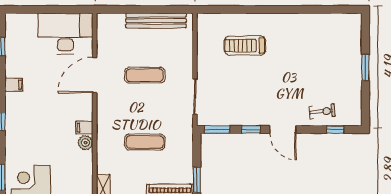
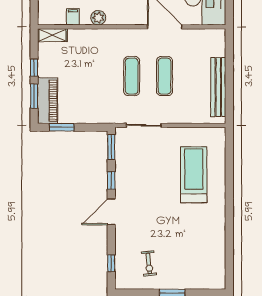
treadmill: (245, 46) -> (194, 175), width x1.37, depth x1.38
exercise bike: (322, 111) -> (149, 264), moved
filing cabinet: (84, 128) -> (73, 17), moved
exercise mat: (145, 142) -> (132, 76), moved

